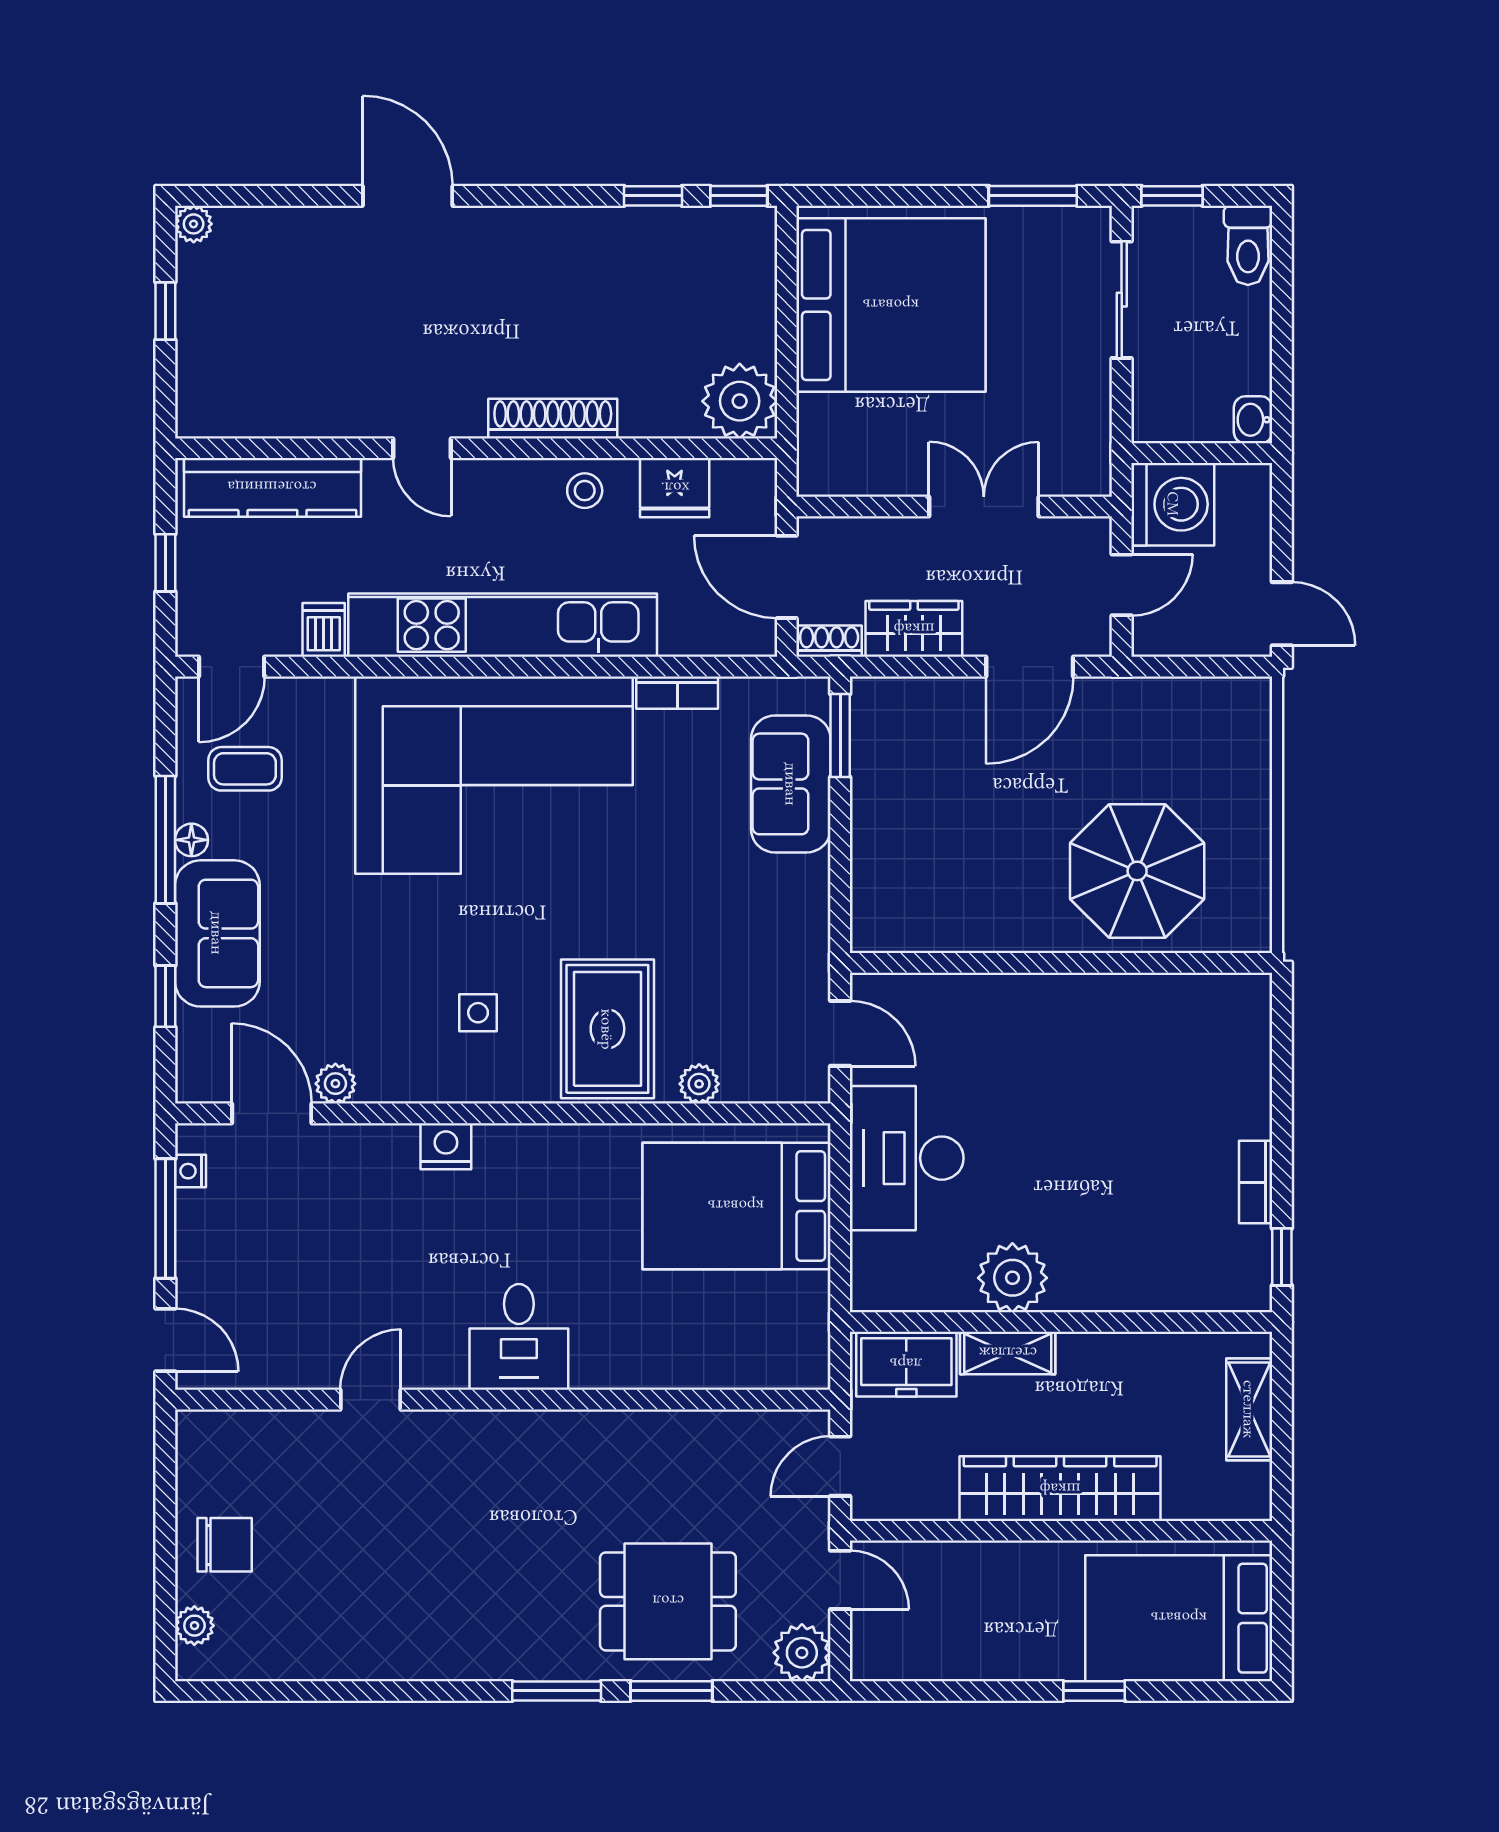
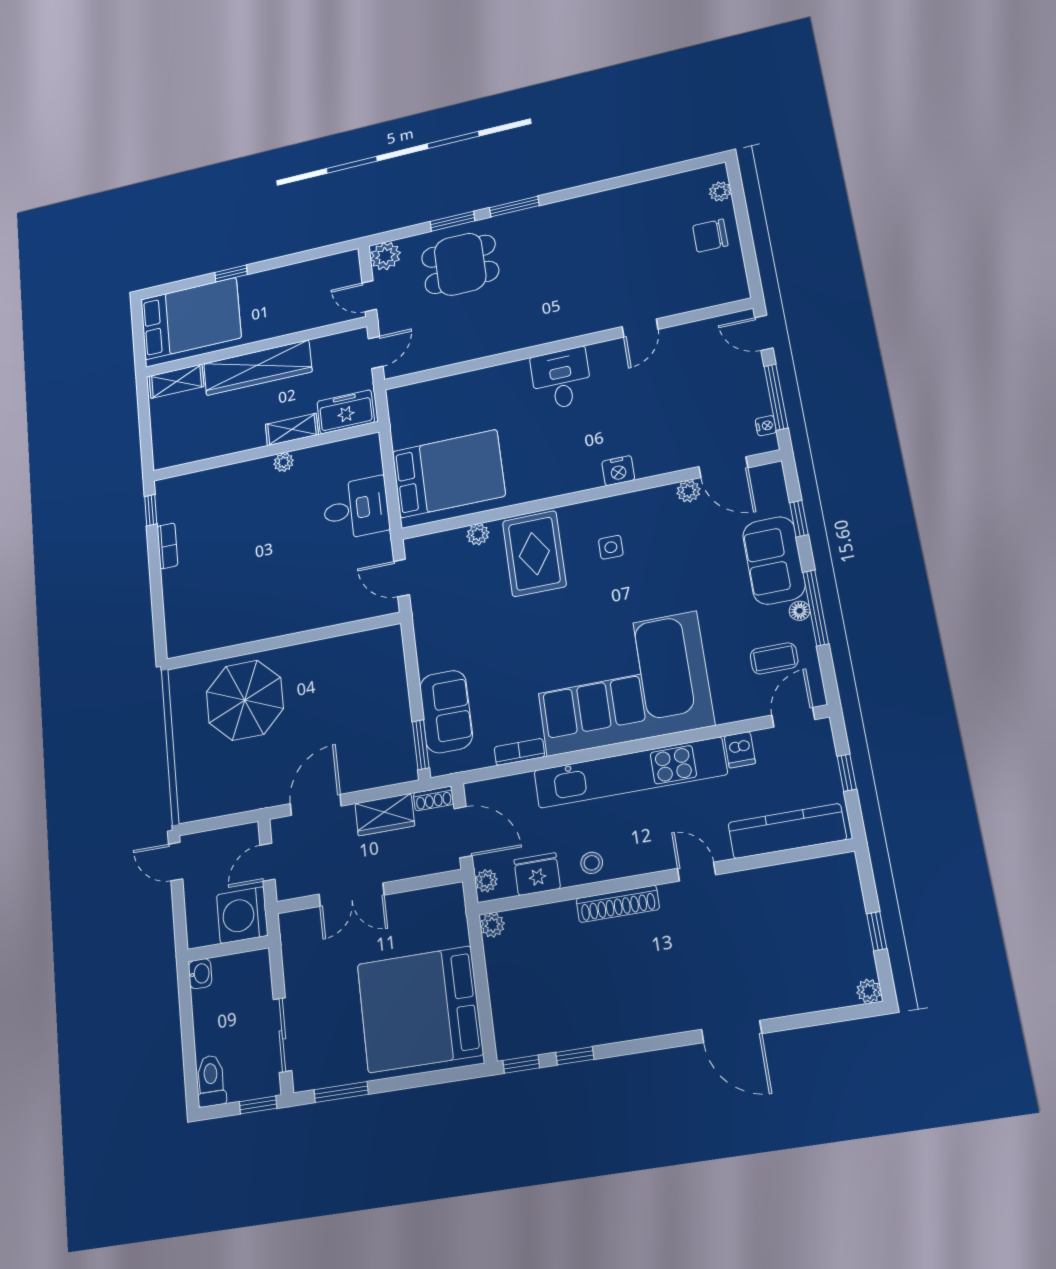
plant: (740, 401) -> (492, 925), width x0.53, depth x0.53
plant: (758, 491) -> (486, 881), added
desk: (907, 1158) -> (356, 508), width x0.73
plant: (1012, 1278) -> (284, 462), width x0.53, depth x0.53
shelving: (1249, 1409) -> (176, 381), moved, turned 90

